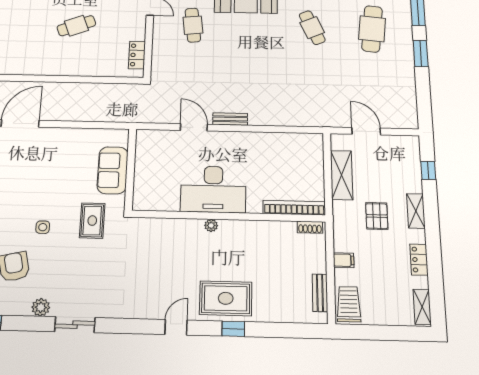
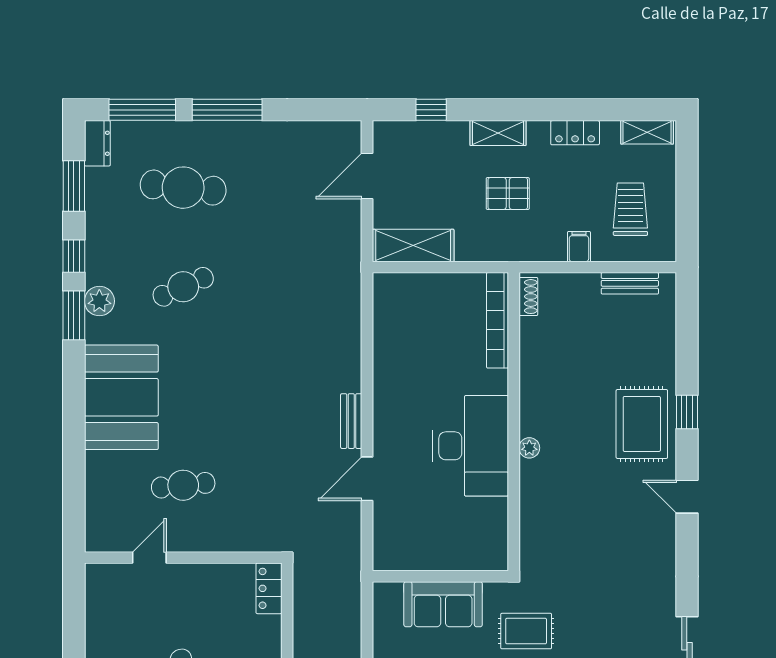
window: (421, 54) -> (227, 110), width x1.44
locker: (137, 55) -> (269, 588), moved, turned 90
door: (366, 131) -> (367, 176), moved
shelving: (342, 175) -> (413, 245), moved
trolley: (349, 304) -> (630, 209), moved, turned 90

